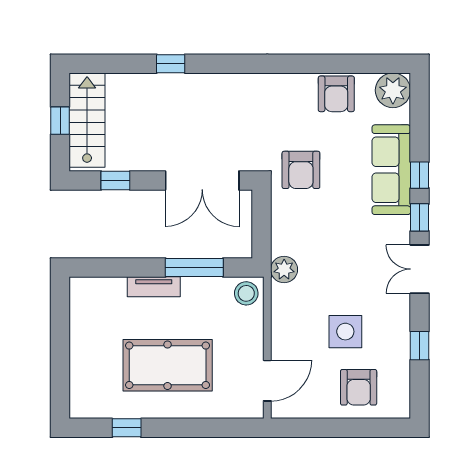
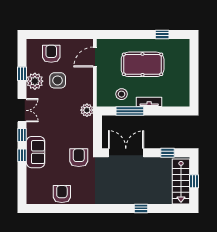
plant: (393, 90) -> (35, 81), moved
sofa: (391, 170) -> (36, 152), width x0.73
stool: (246, 293) -> (122, 94), moved

